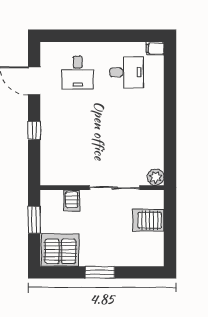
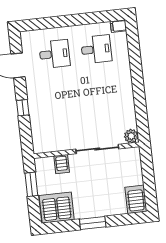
desk: (78, 72) -> (54, 54), turned -90
server rack: (148, 220) -> (136, 199), moved, turned 90

